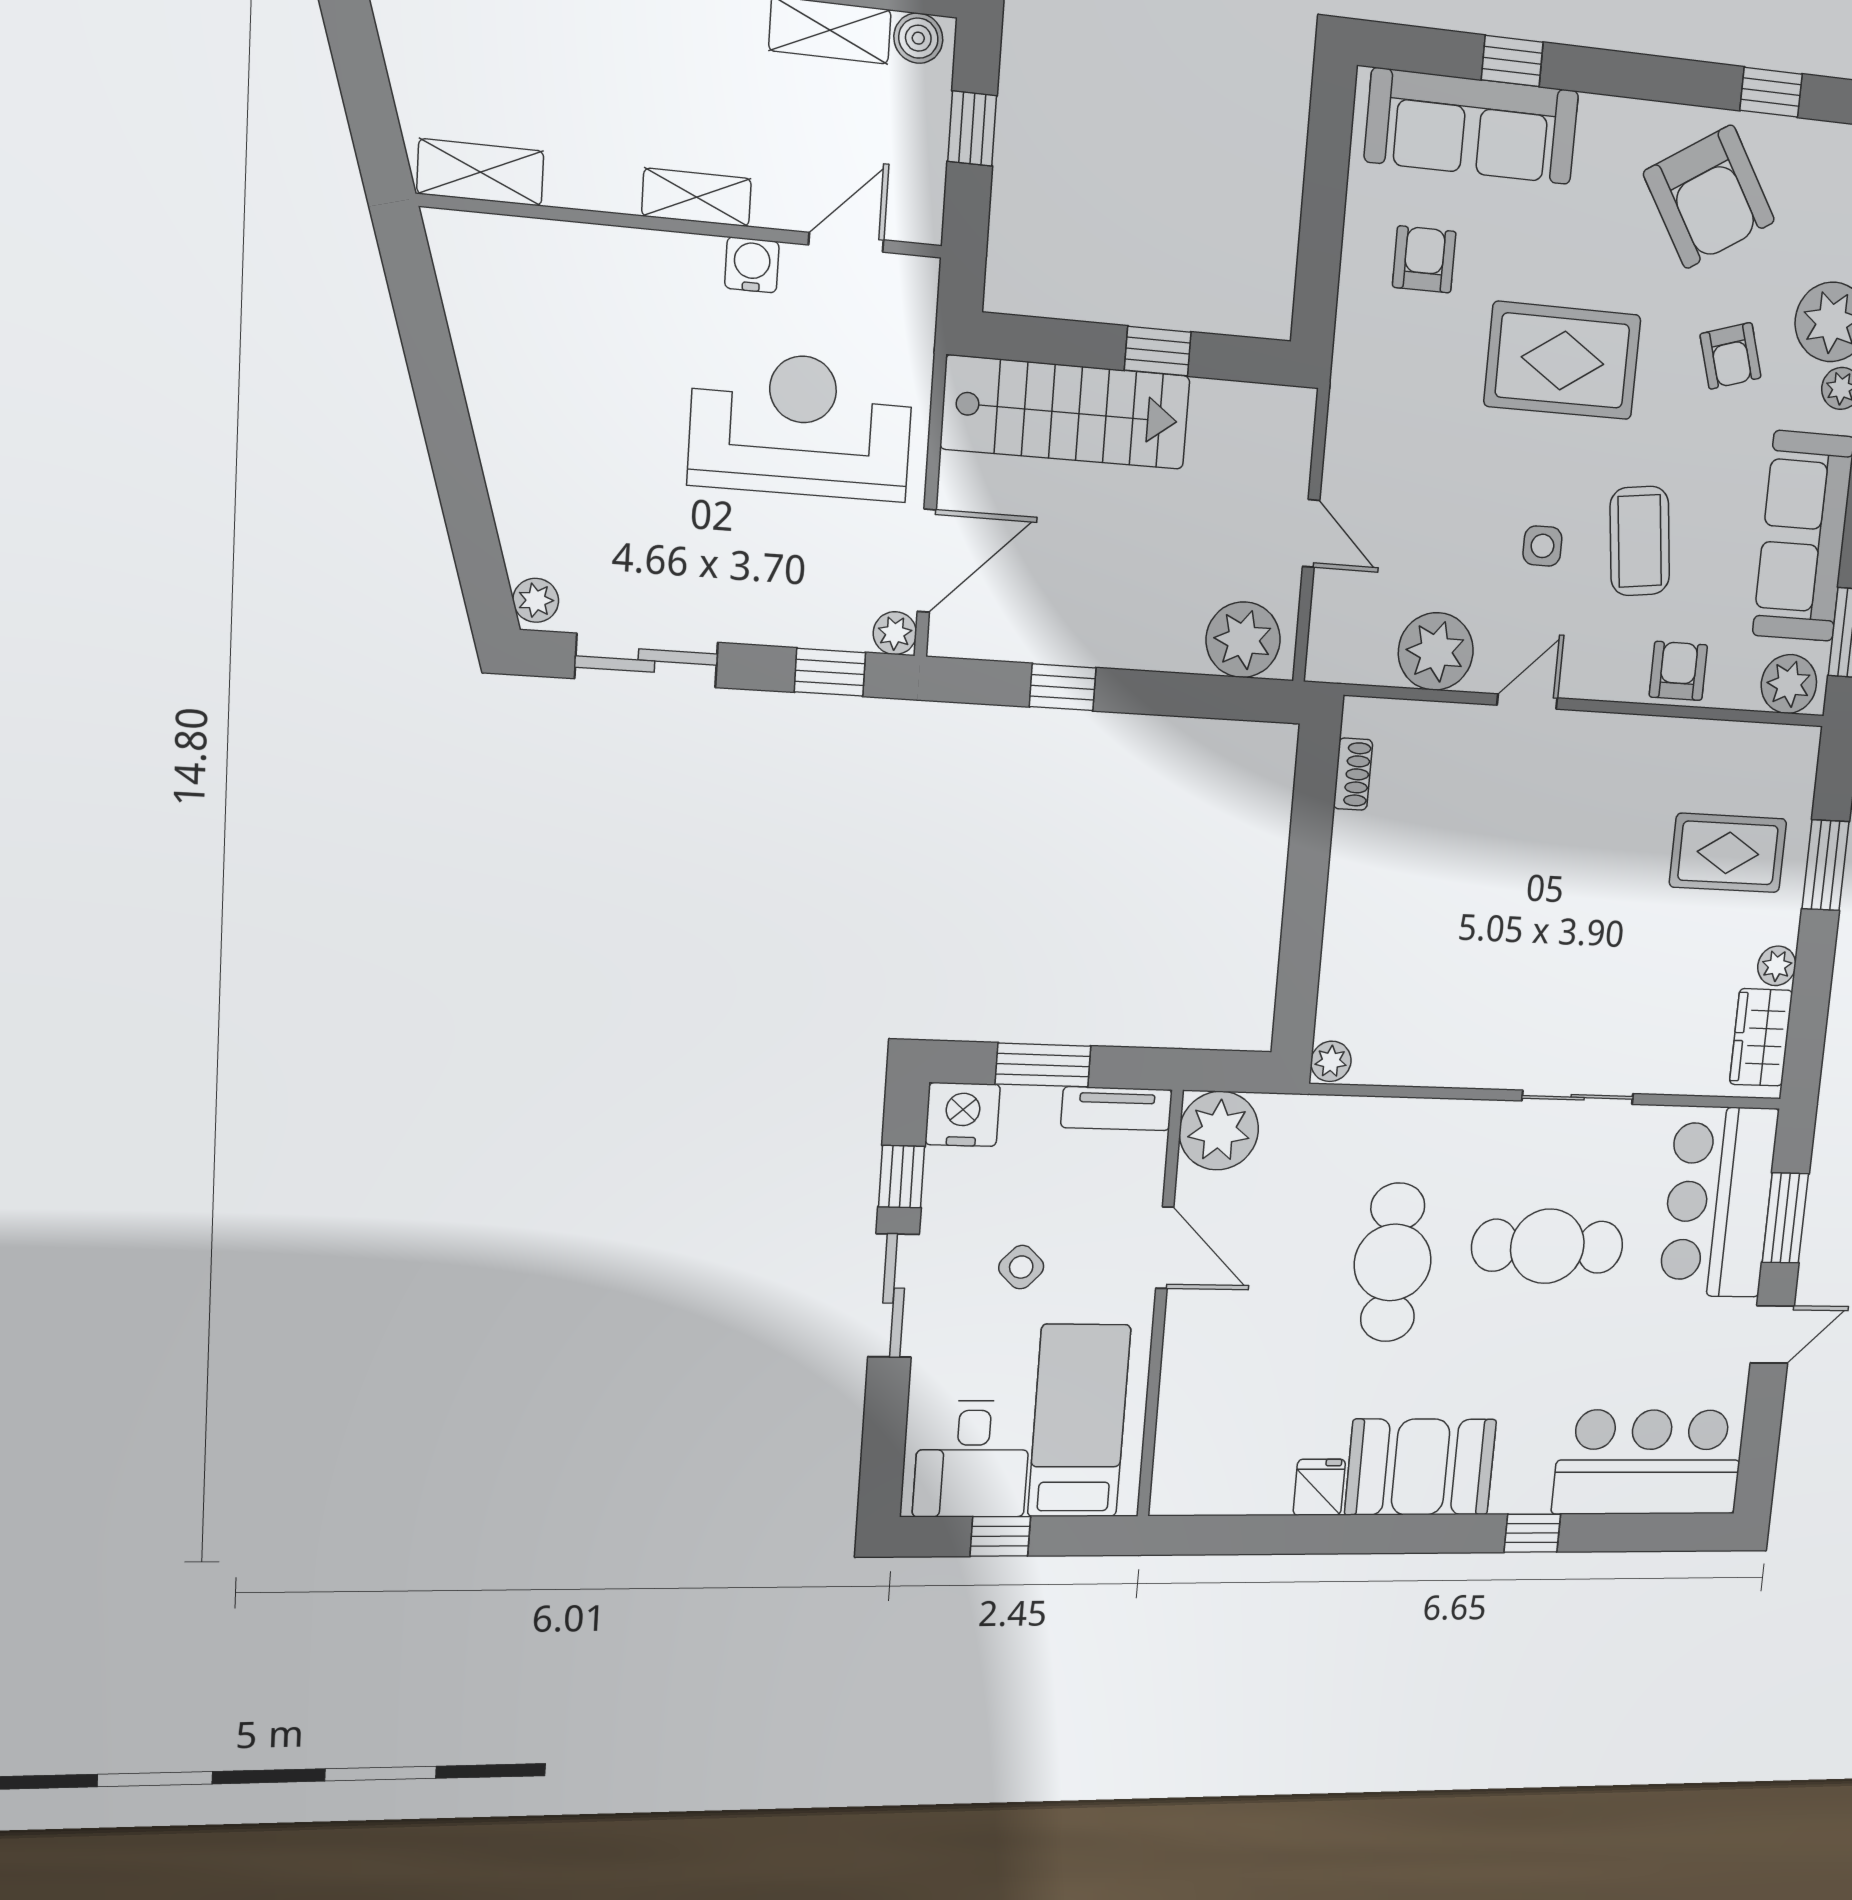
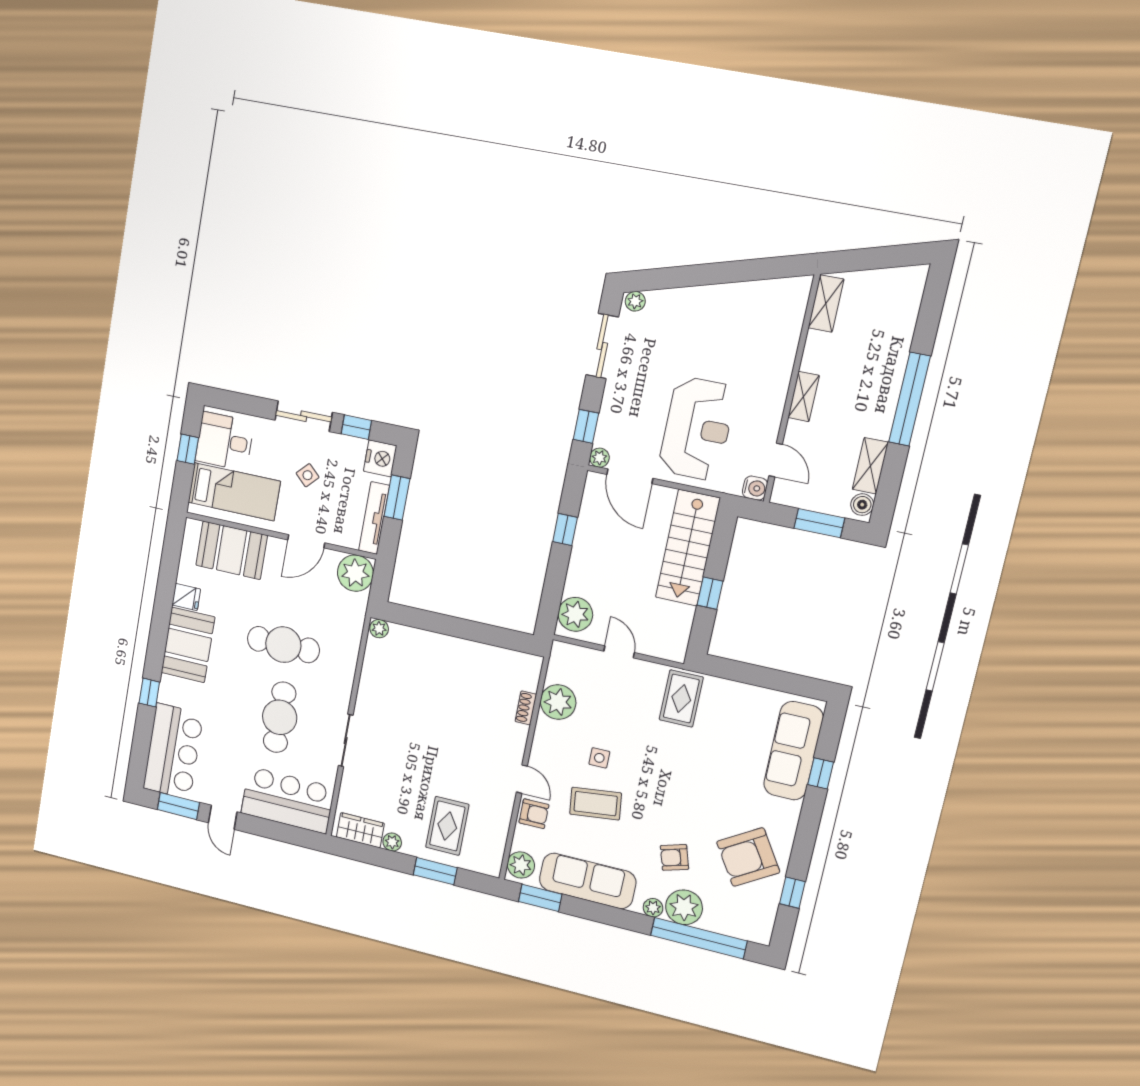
window: (972, 128) -> (819, 523), width x1.50
armchair: (1424, 259) -> (736, 721), removed
water cooler: (752, 265) -> (755, 488), moved
rug: (1562, 361) -> (681, 698), moved, width x0.73, depth x0.70
door: (1311, 533) -> (619, 652), swing flipped
door: (1527, 702) -> (522, 779), moved
shoe rack: (1353, 774) -> (526, 708), moved, turned 90
tv unit: (1117, 1109) -> (374, 518), width x1.41
window: (1785, 1218) -> (178, 806), moved
booth: (1206, 1406) -> (232, 550), added

